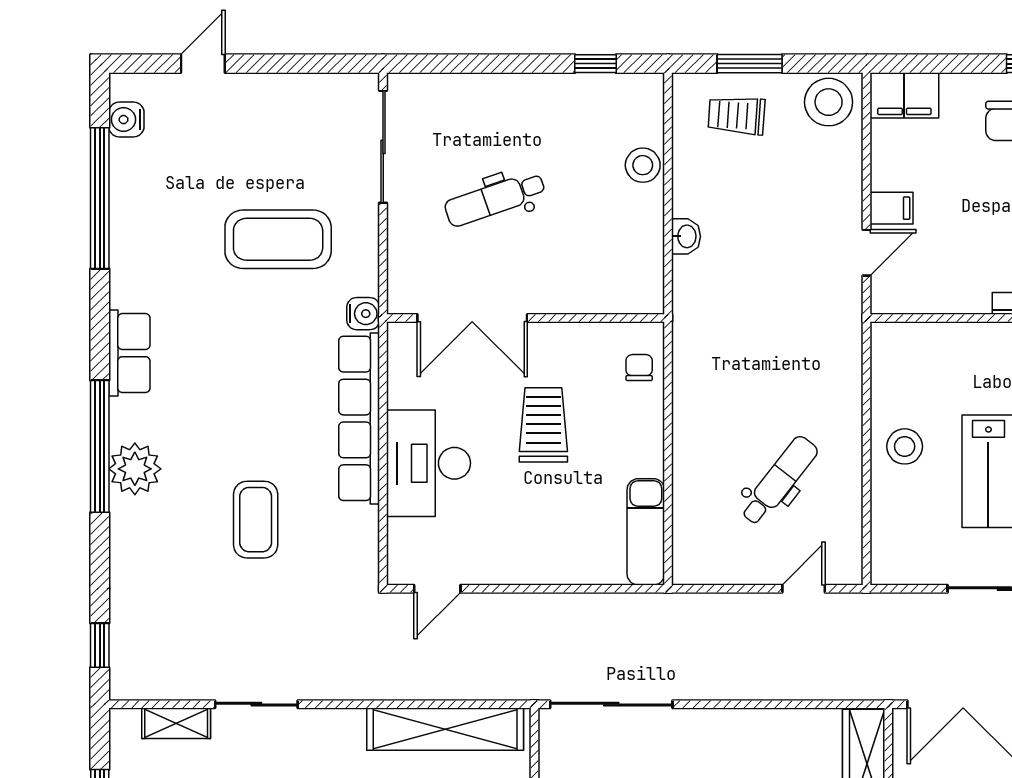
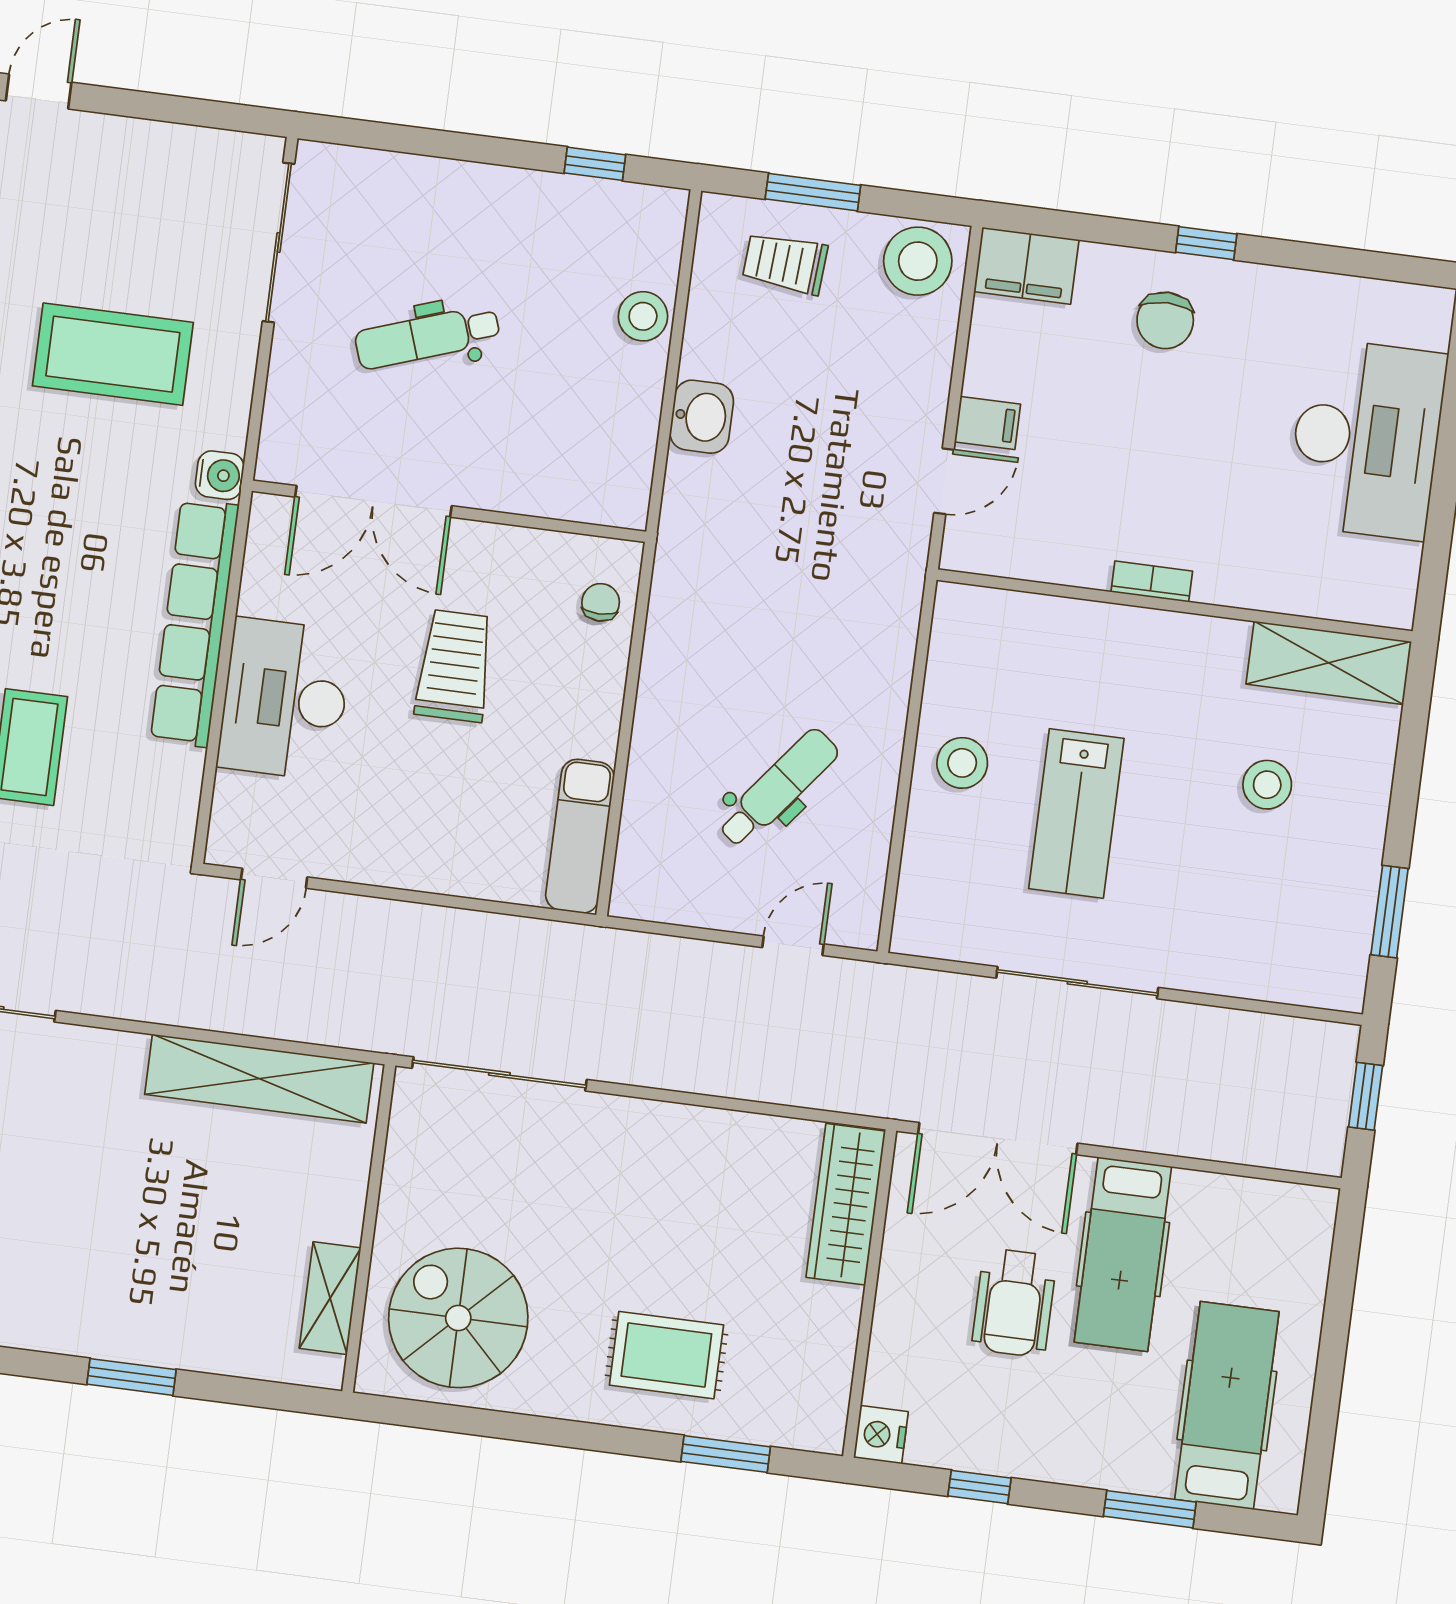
washbasin: (686, 236) -> (702, 417), width x1.38, depth x1.45

